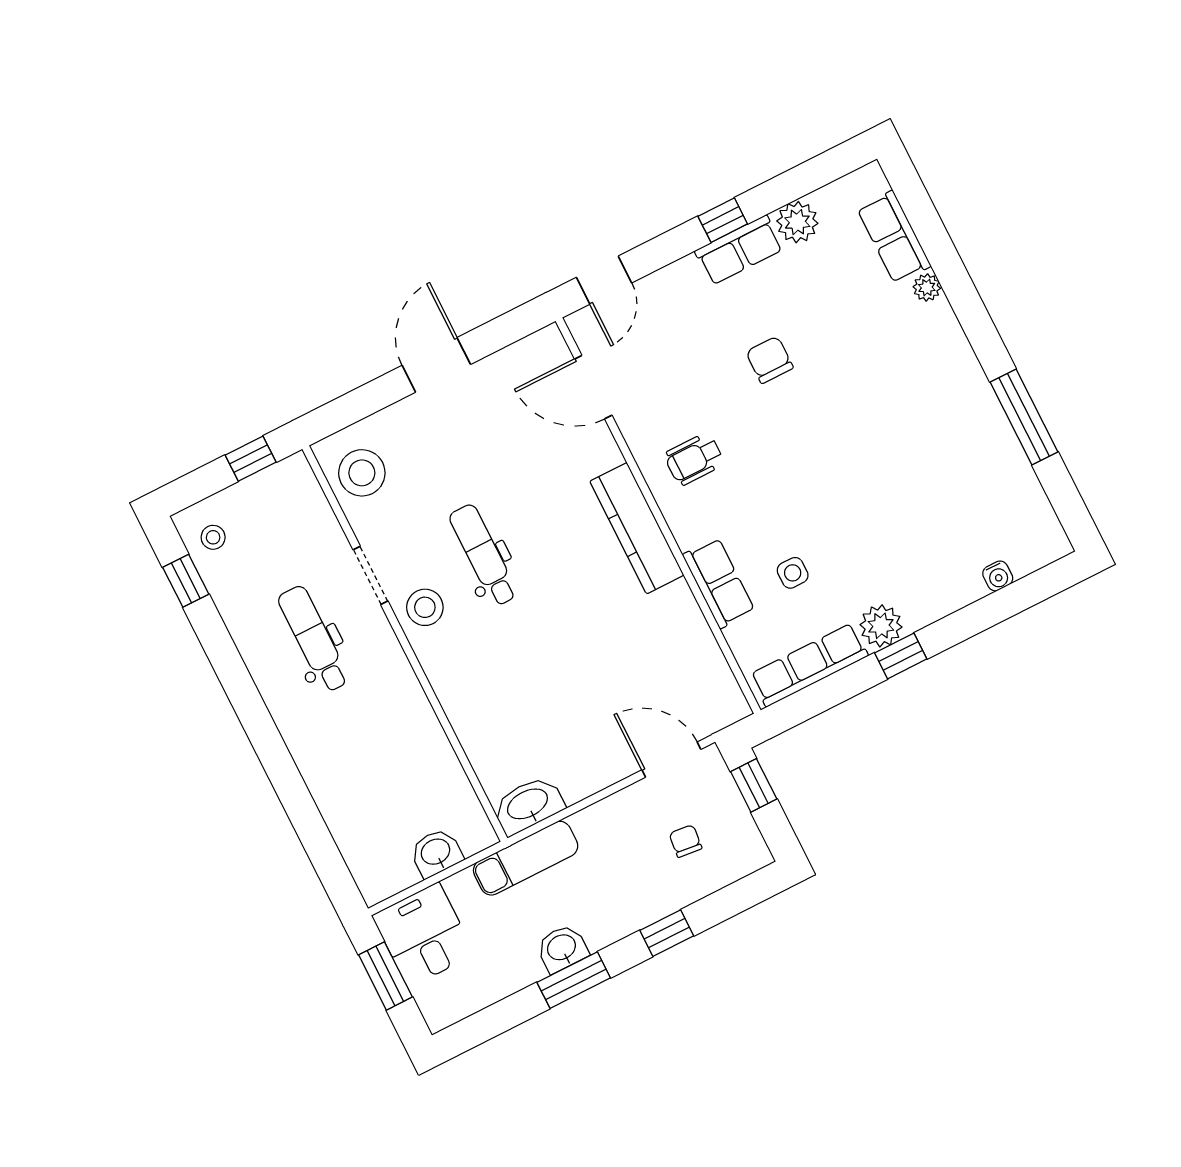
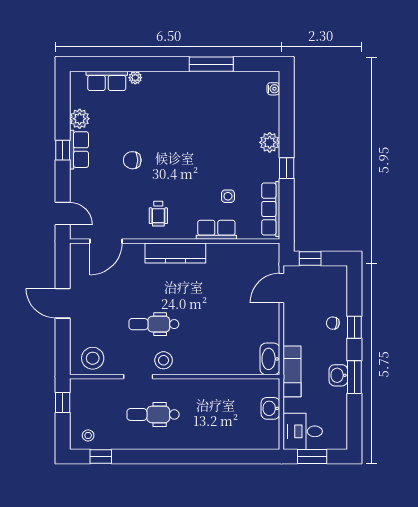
water cooler: (998, 576) -> (273, 89), moved
plant: (881, 626) -> (270, 142), moved
chair: (685, 841) -> (333, 323), moved

